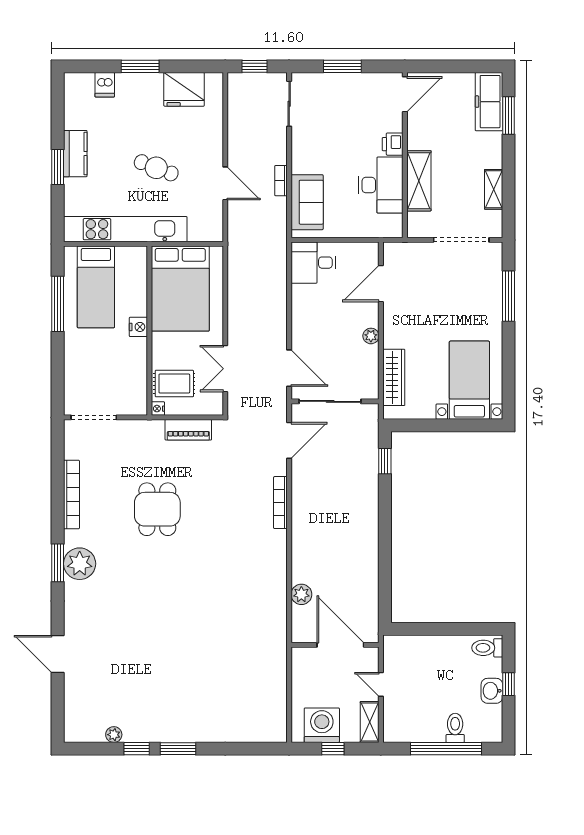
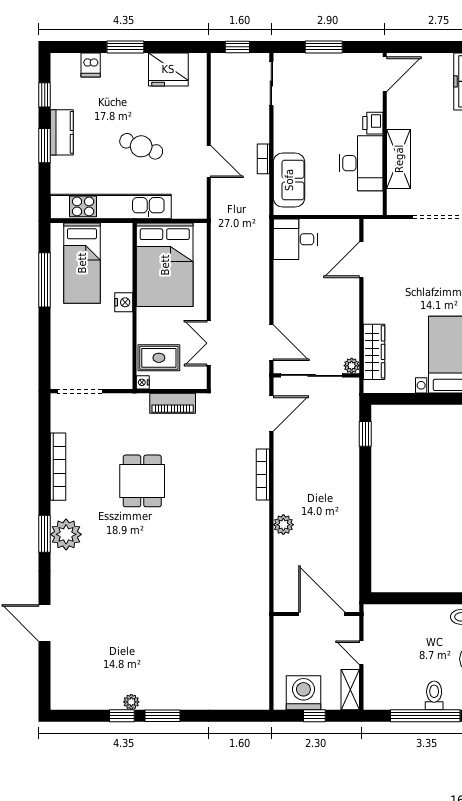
window: (58, 115) -> (45, 95), added
plant: (371, 336) -> (352, 366), moved
plant: (301, 594) -> (283, 525), moved
plant: (114, 735) -> (131, 702), moved

